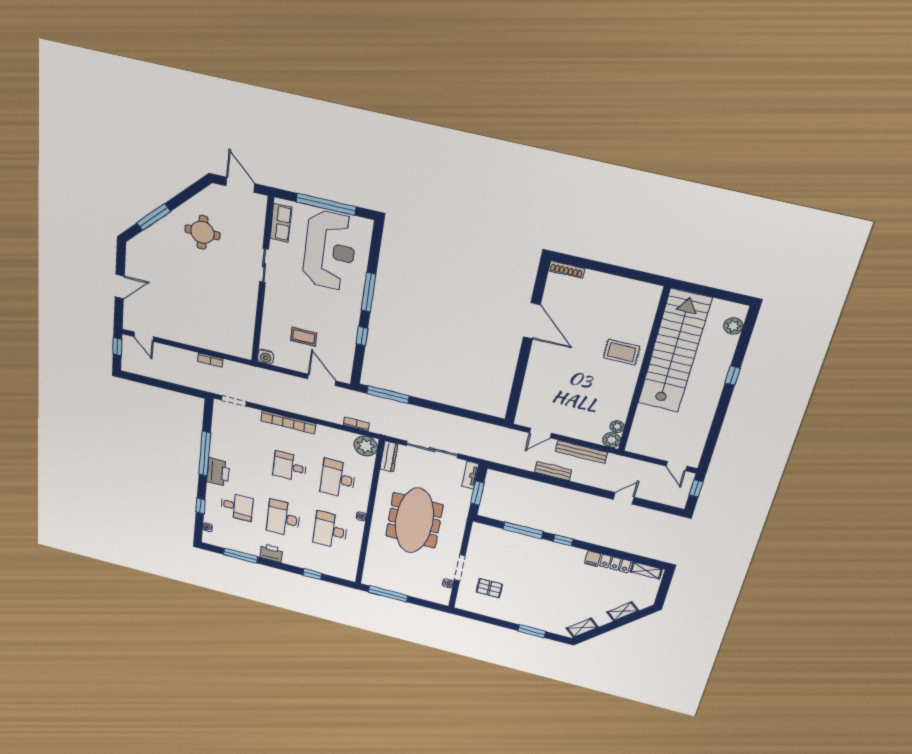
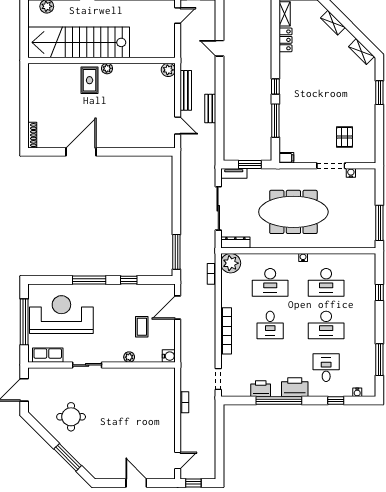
plant: (269, 314) -> (129, 357), added
plant: (617, 427) -> (107, 68), moved
printer: (271, 553) -> (261, 389), moved, turned 90
filing cabinet: (593, 559) -> (286, 158), moved

